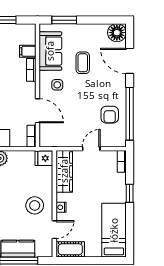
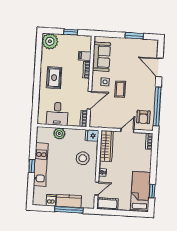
window: (64, 20) -> (134, 36), moved
floor lamp: (117, 33) -> (151, 46), removed
coffee table: (83, 63) -> (120, 89), moved
door: (37, 111) -> (89, 100), hinge flipped
armchair: (110, 115) -> (143, 117), moved
window: (130, 193) -> (152, 191), moved
stool: (35, 205) -> (83, 158), moved

